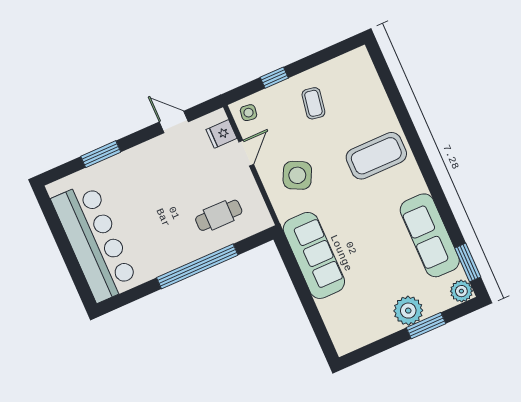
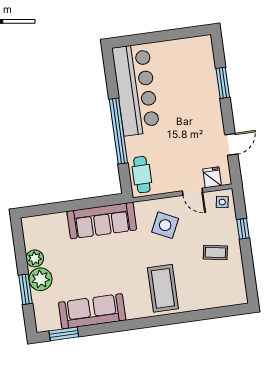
cafe table: (219, 215) -> (142, 175), moved
bar counter: (95, 242) -> (136, 90), moved, turned -90
plant: (461, 291) -> (35, 258), moved

